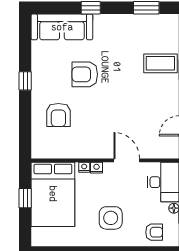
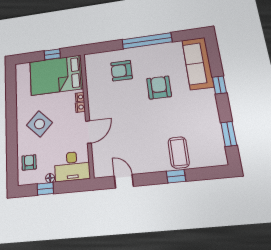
window: (25, 81) -> (147, 41), width x3.17
side table: (111, 218) -> (40, 124), turned 45
armchair: (154, 232) -> (29, 162), turned 180

